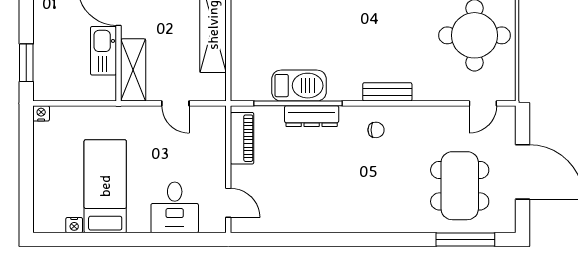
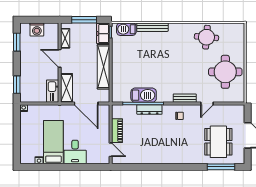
kitchen sink: (103, 51) -> (53, 91), moved
door: (175, 103) -> (86, 104), width x1.87
door: (483, 103) -> (207, 104), moved
piano: (242, 138) -> (117, 131), moved
desk: (175, 207) -> (75, 152), moved

